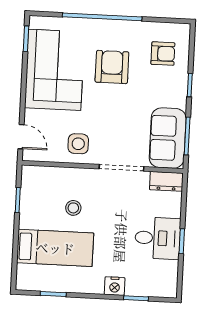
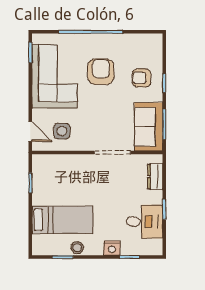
armchair: (163, 54) -> (142, 78), moved, turned 180
side table: (78, 144) -> (62, 131), moved
dresser: (166, 181) -> (155, 176), moved, turned 90
stool: (73, 208) -> (77, 248), moved
desk: (158, 238) -> (145, 222), moved

